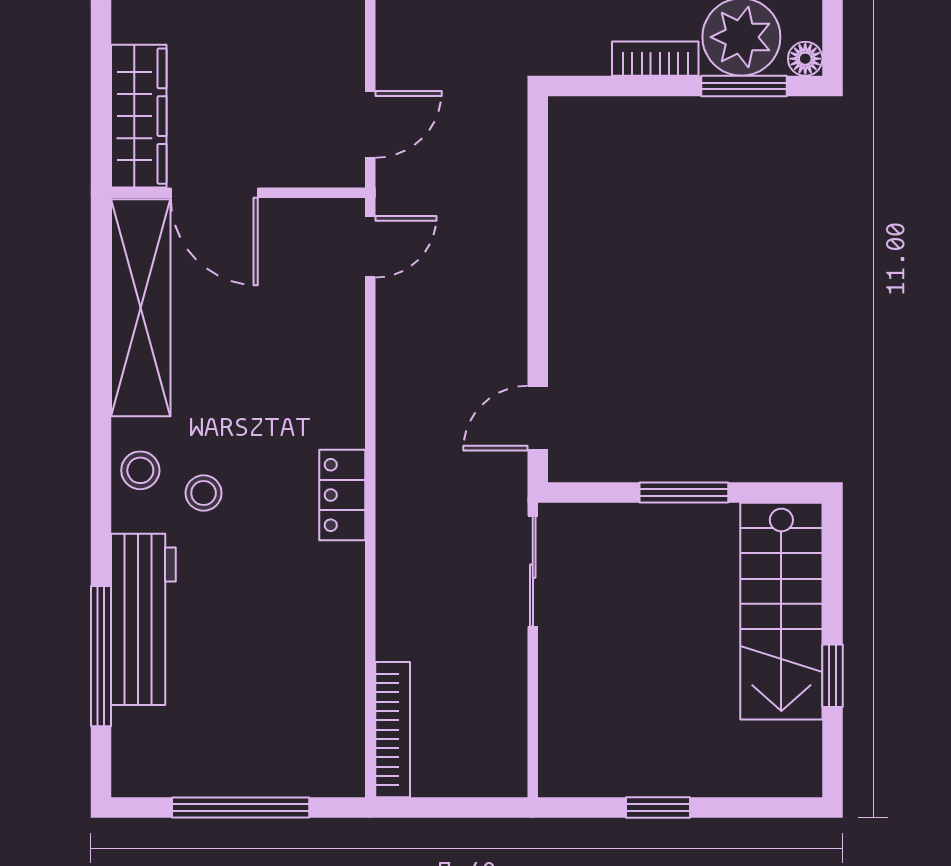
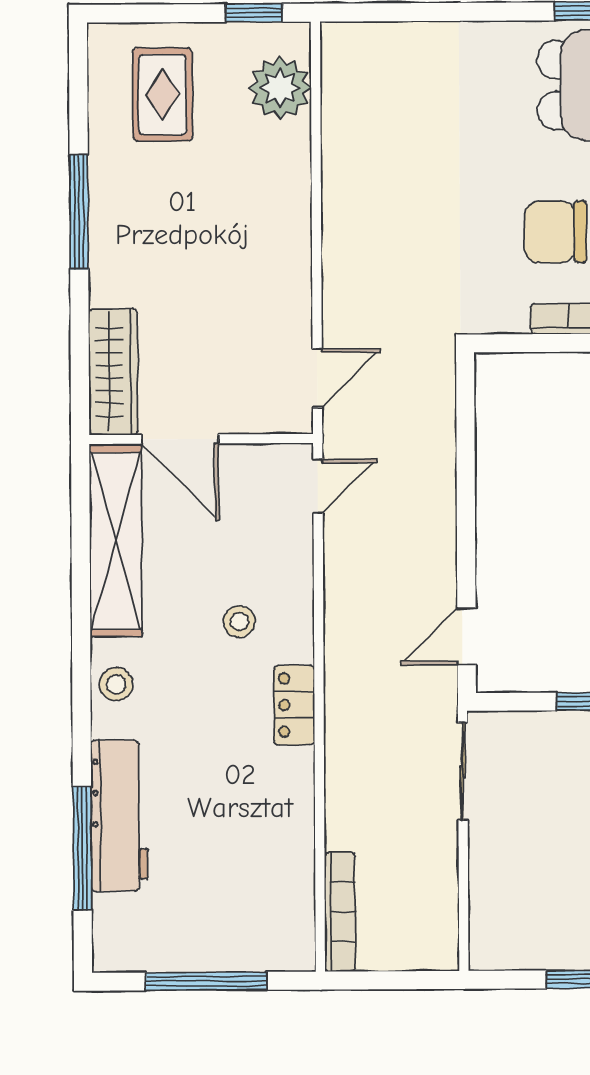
stool: (204, 493) -> (239, 622), moved

